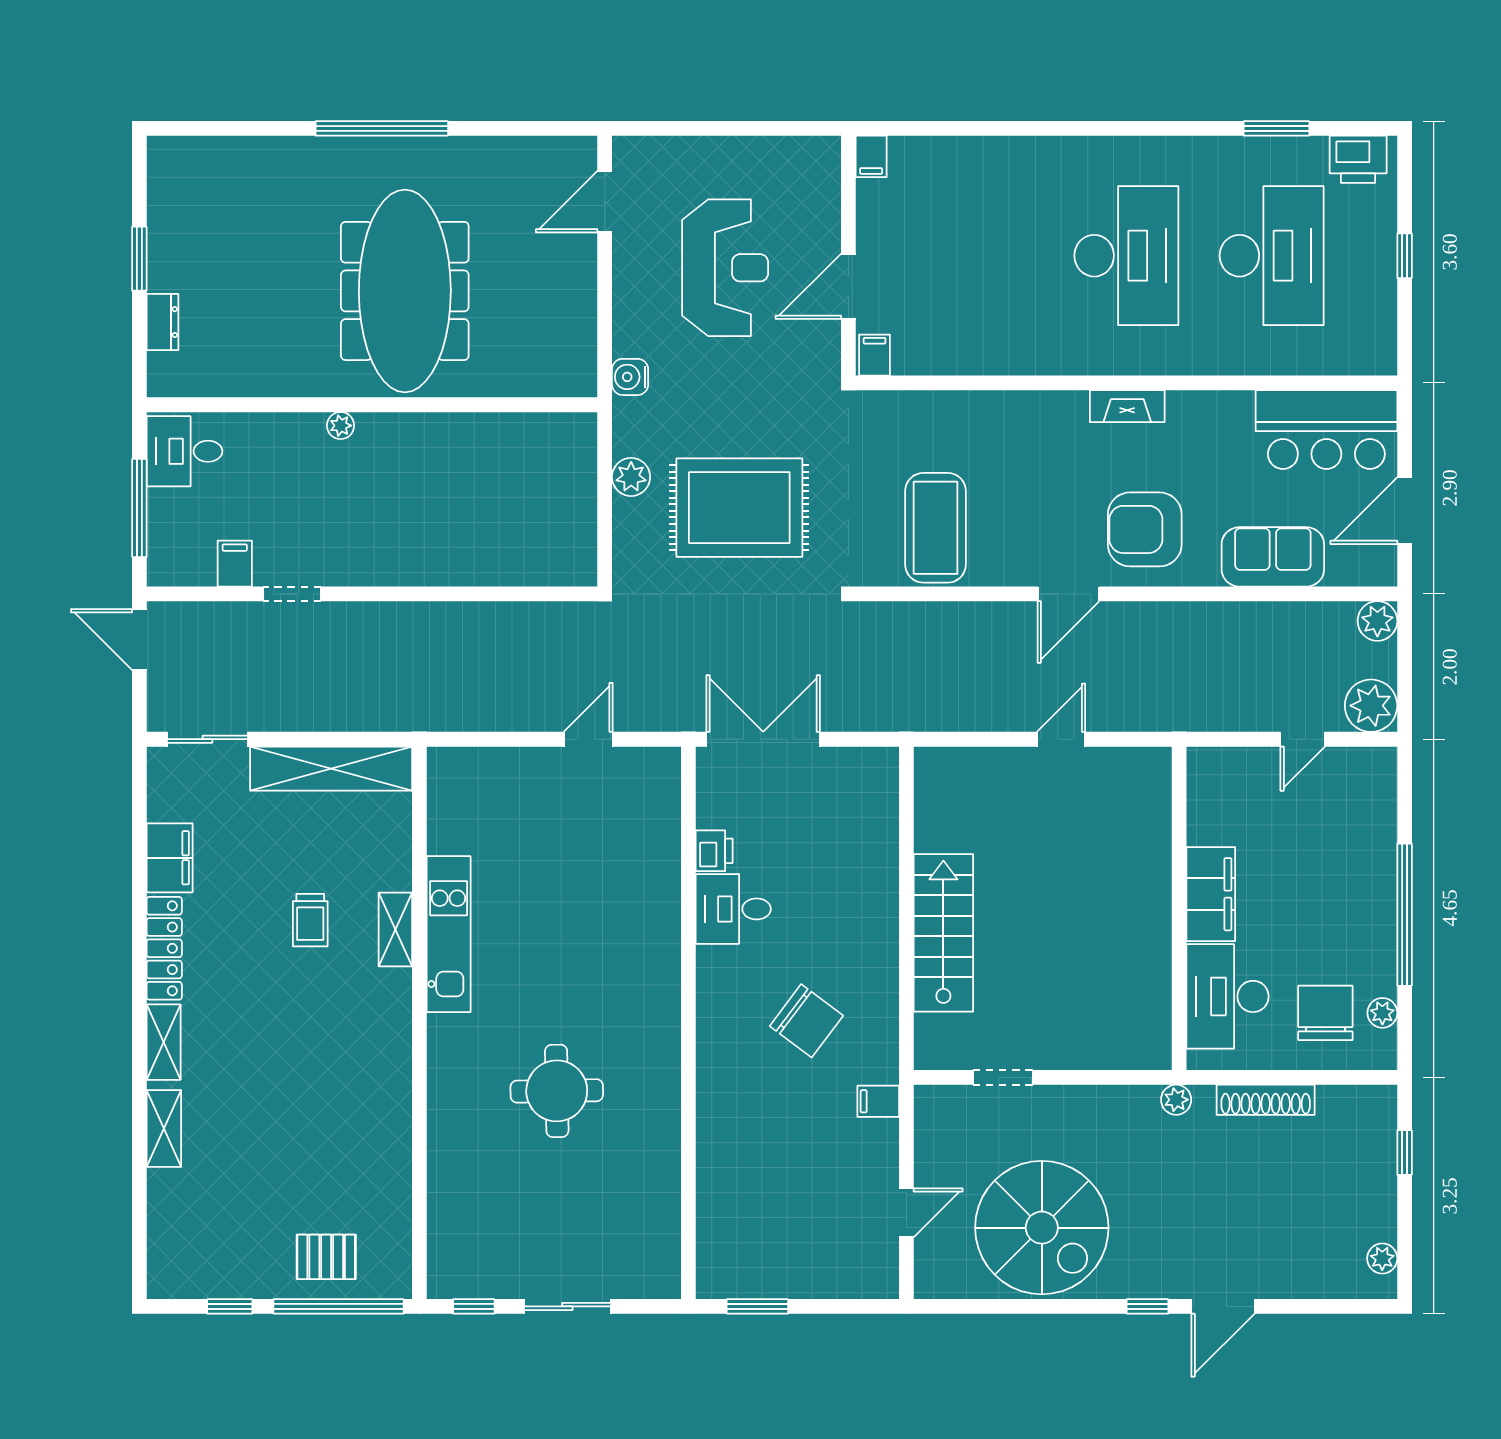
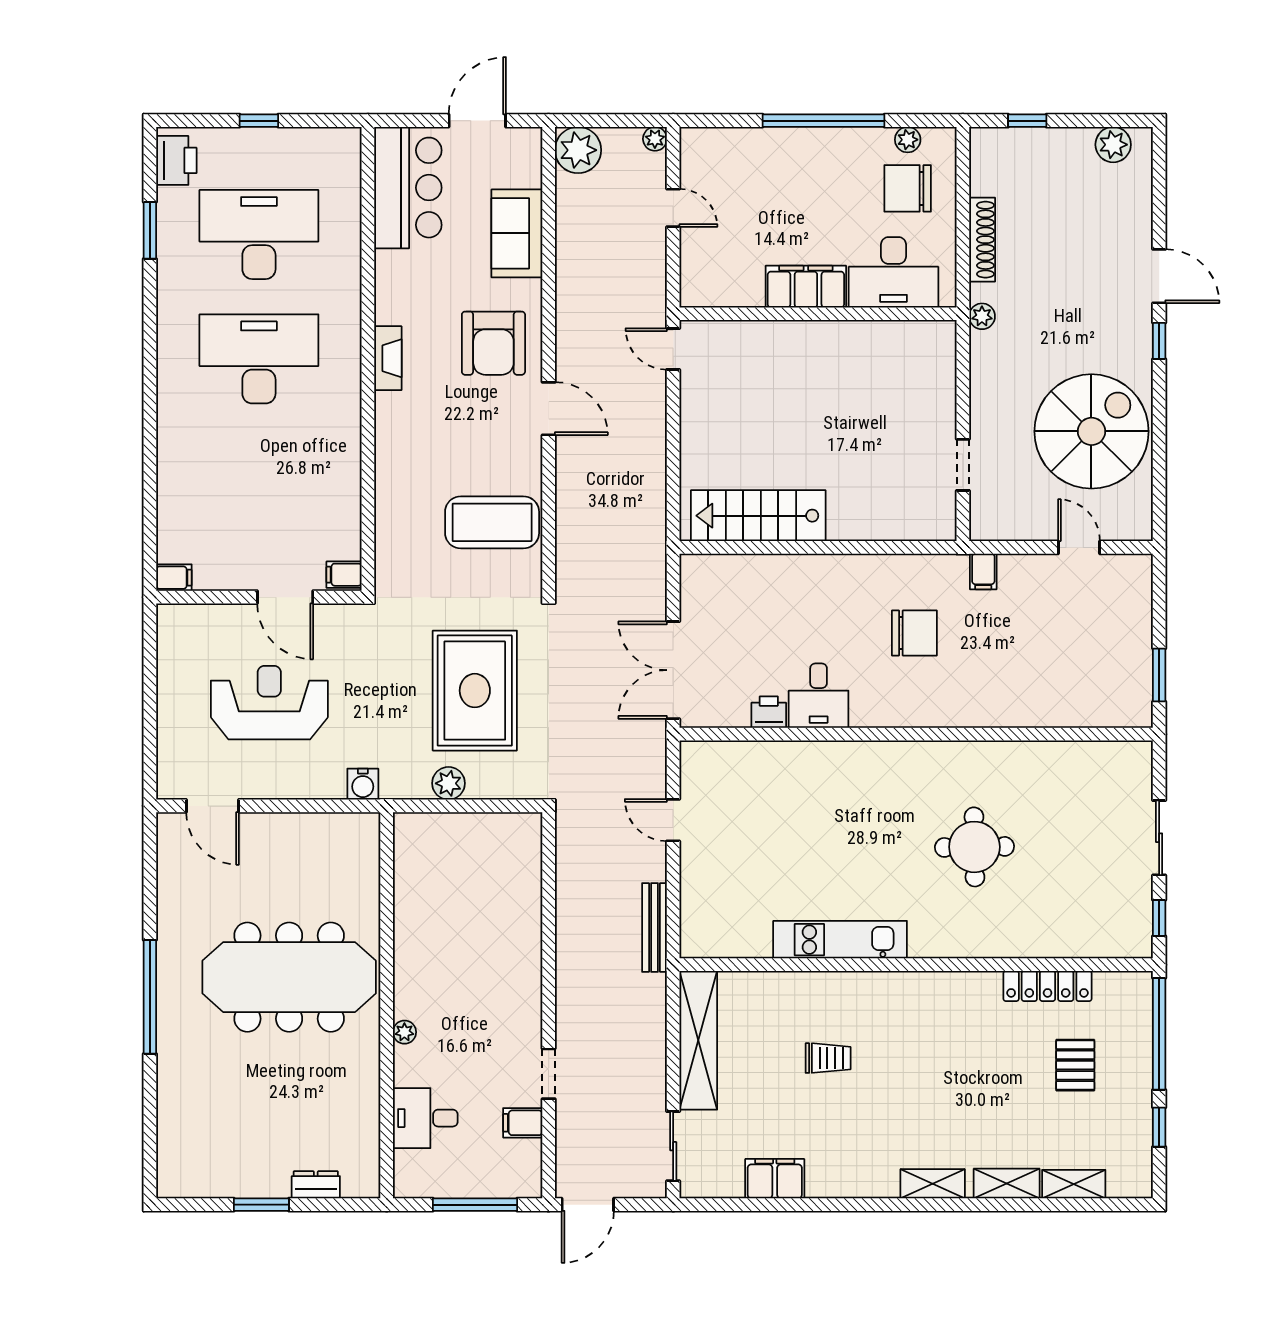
desk: (184, 451) -> (425, 1118), moved, turned 90
door: (1405, 511) -> (477, 121), swing flipped
plant: (1377, 621) -> (578, 150), width x1.36, depth x1.36
plant: (1371, 706) -> (655, 139), width x0.53, depth x0.53
bench: (463, 717) -> (655, 928), added
door: (1061, 739) -> (673, 349), moved
shelving: (395, 930) -> (1074, 1184), moved
stairs: (943, 933) -> (758, 516), moved
locker: (164, 948) -> (1048, 986), moved, turned 180
chair: (806, 1021) -> (914, 633), turned 53
pallet: (326, 1257) -> (1075, 1065), moved
plant: (1382, 1258) -> (1113, 145), width x1.38, depth x1.38

